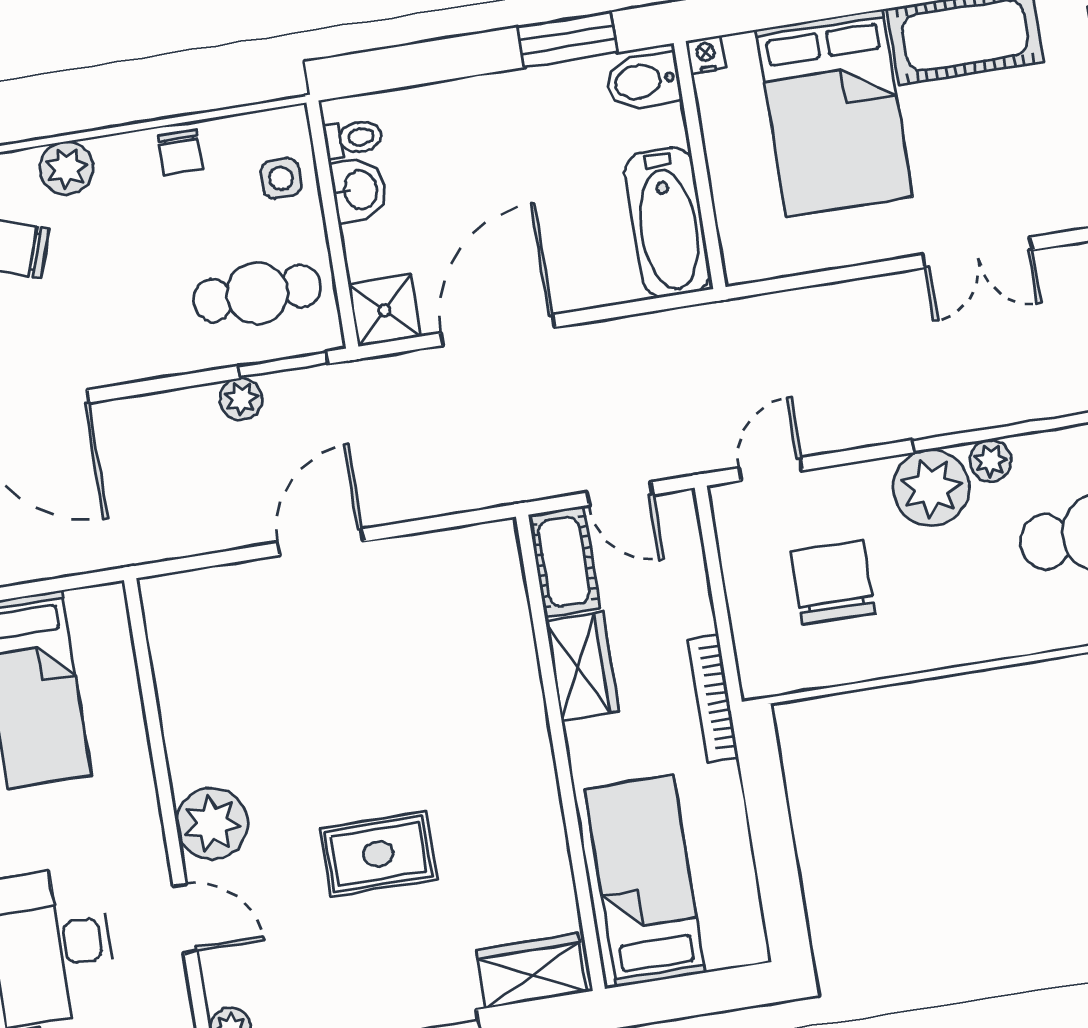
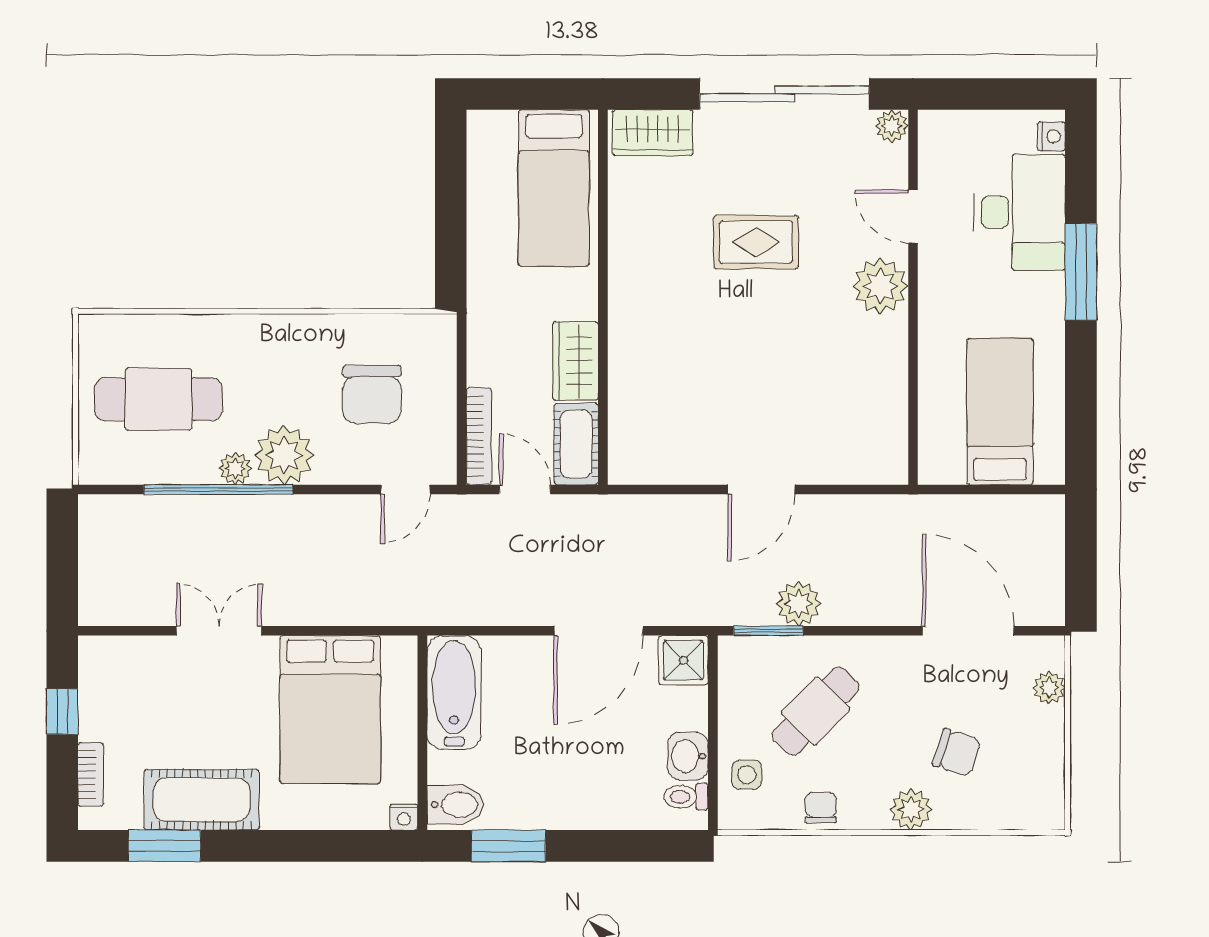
bed: (834, 113) -> (330, 710), moved, turned 180
cafe table: (257, 293) -> (816, 711), moved, turned -46
plant: (241, 399) -> (799, 604), width x1.38, depth x1.38
bookcase: (713, 698) -> (479, 436), moved

